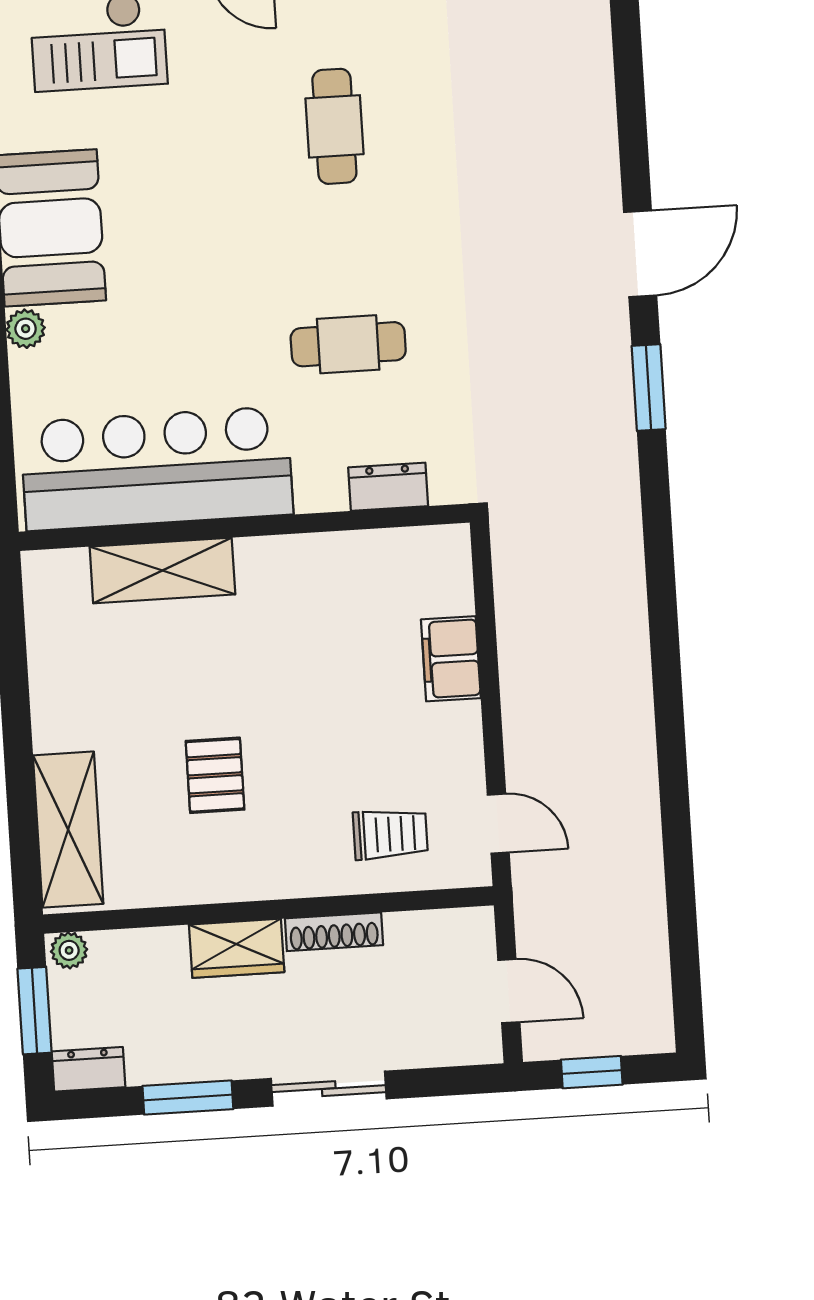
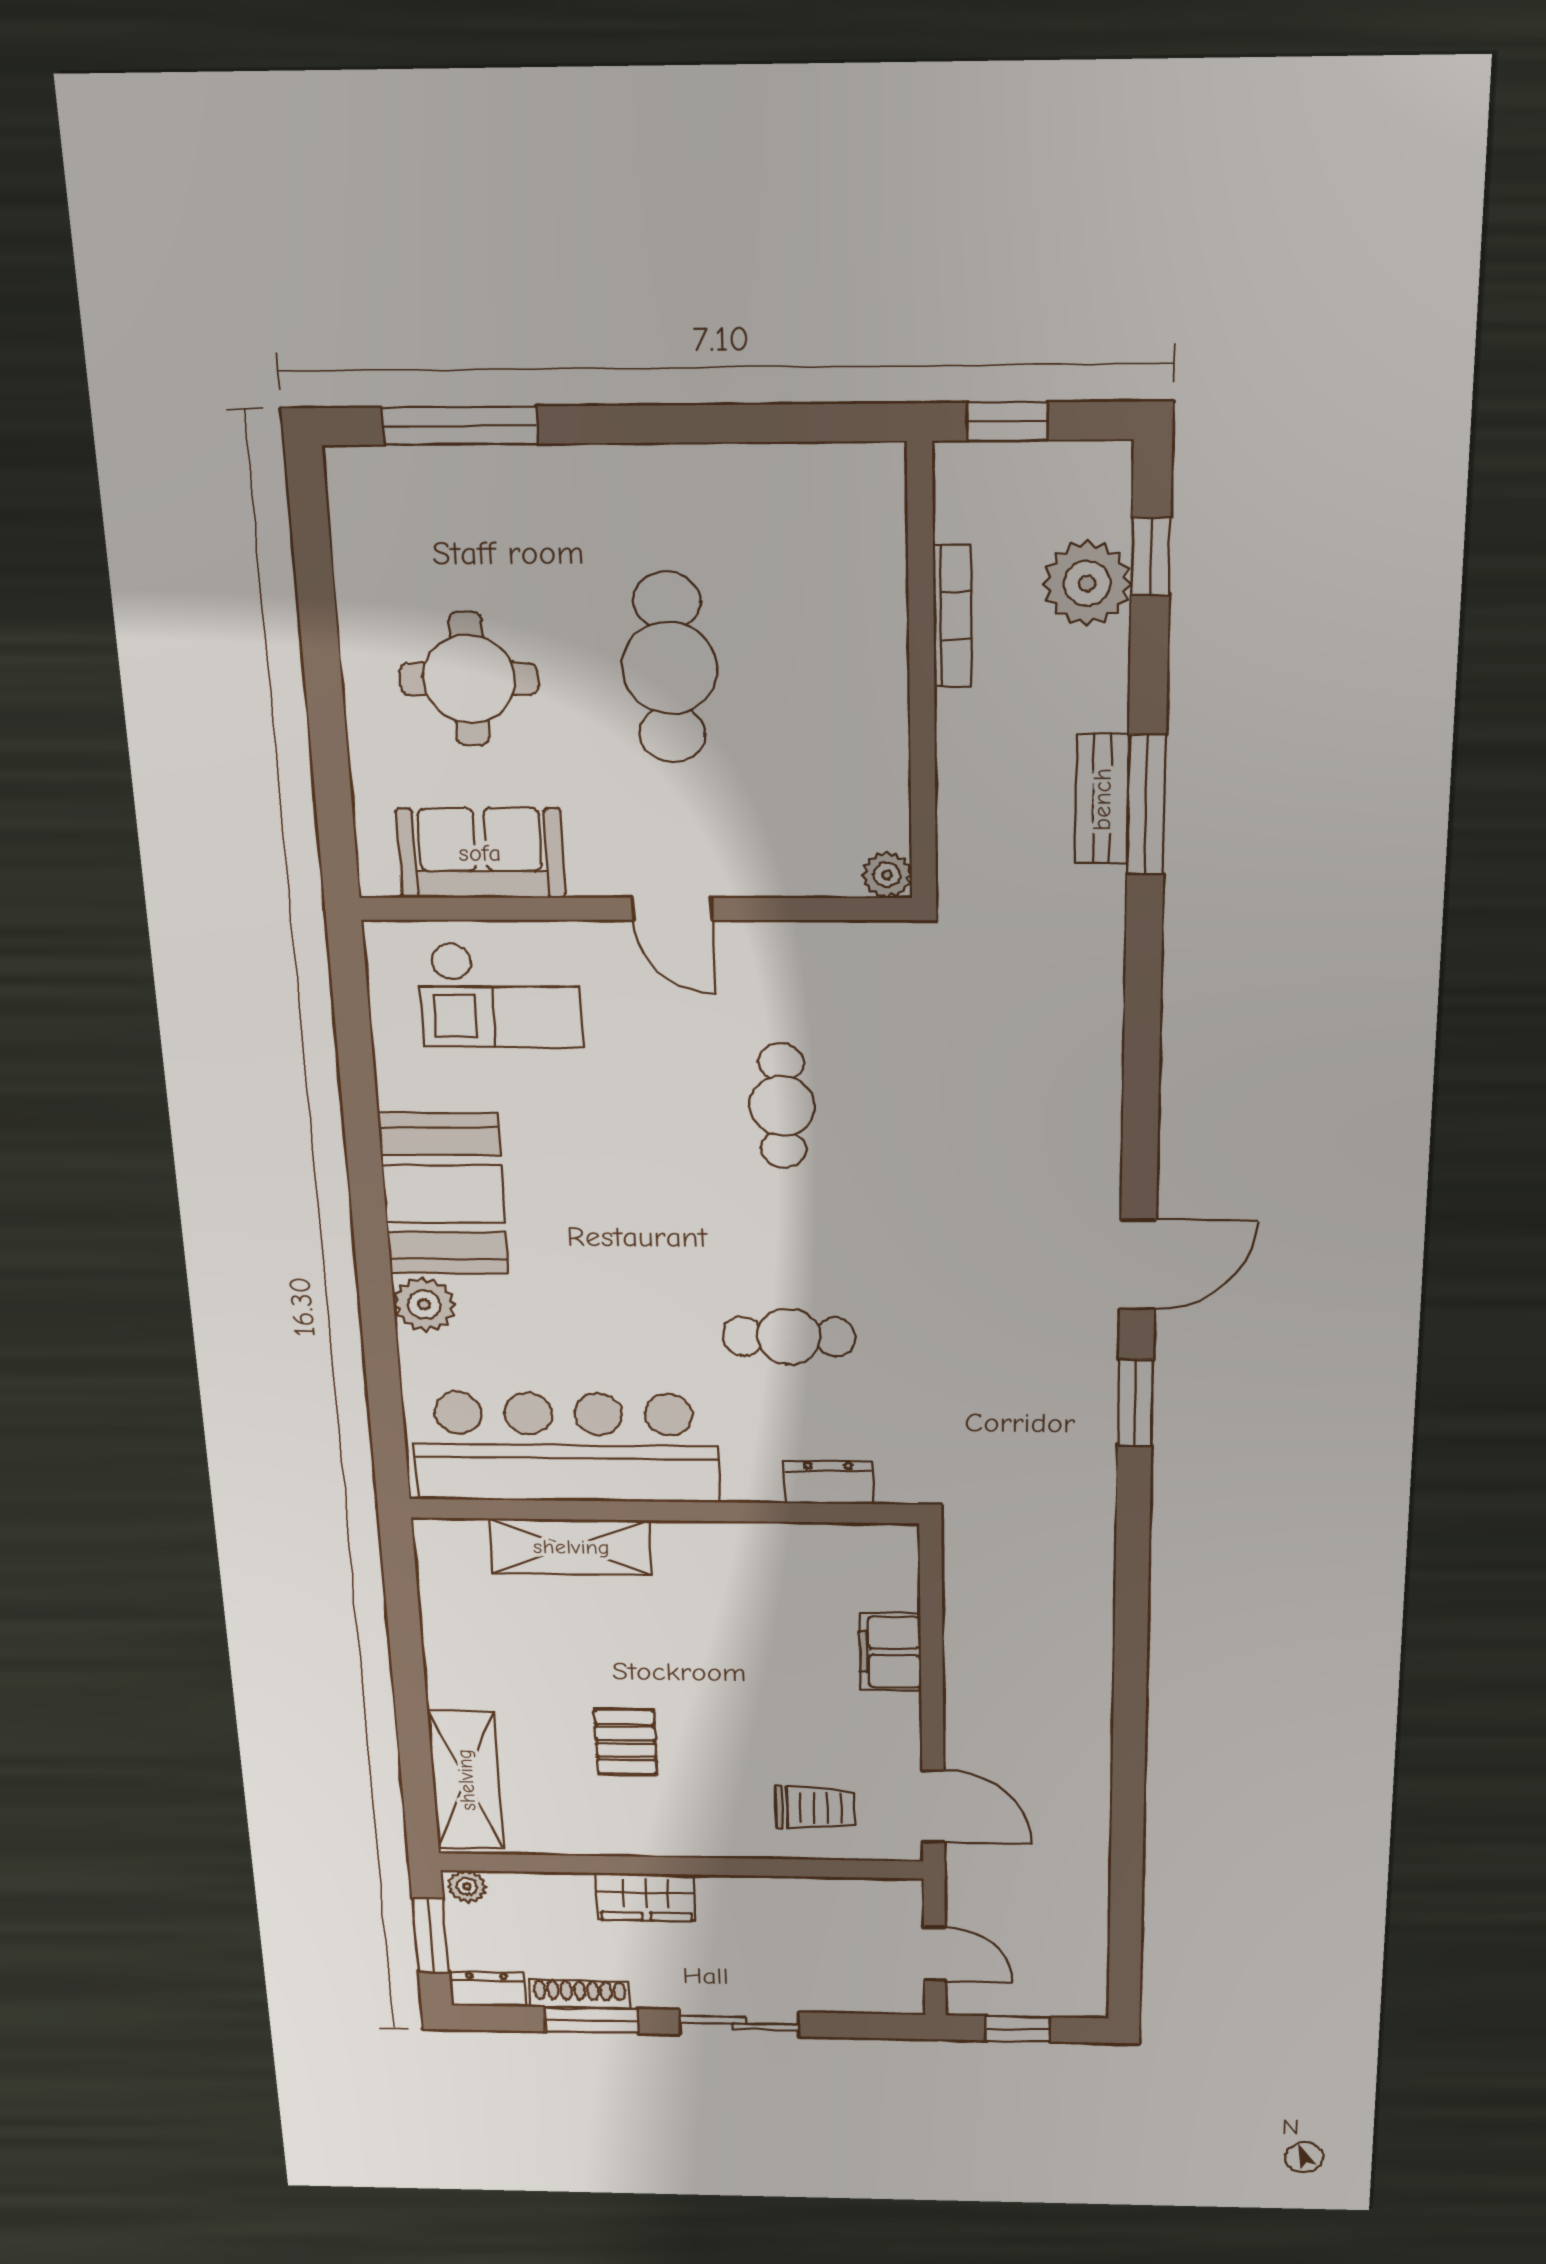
plant: (26, 329) -> (424, 1305), width x1.38, depth x1.38
door: (498, 824) -> (933, 1806), width x1.38
shoe rack: (334, 932) -> (580, 1994), moved, turned 180

